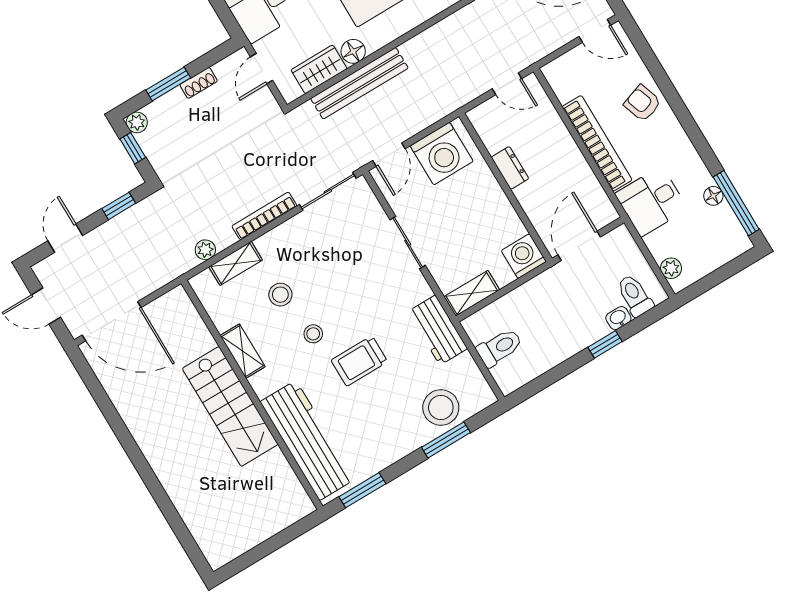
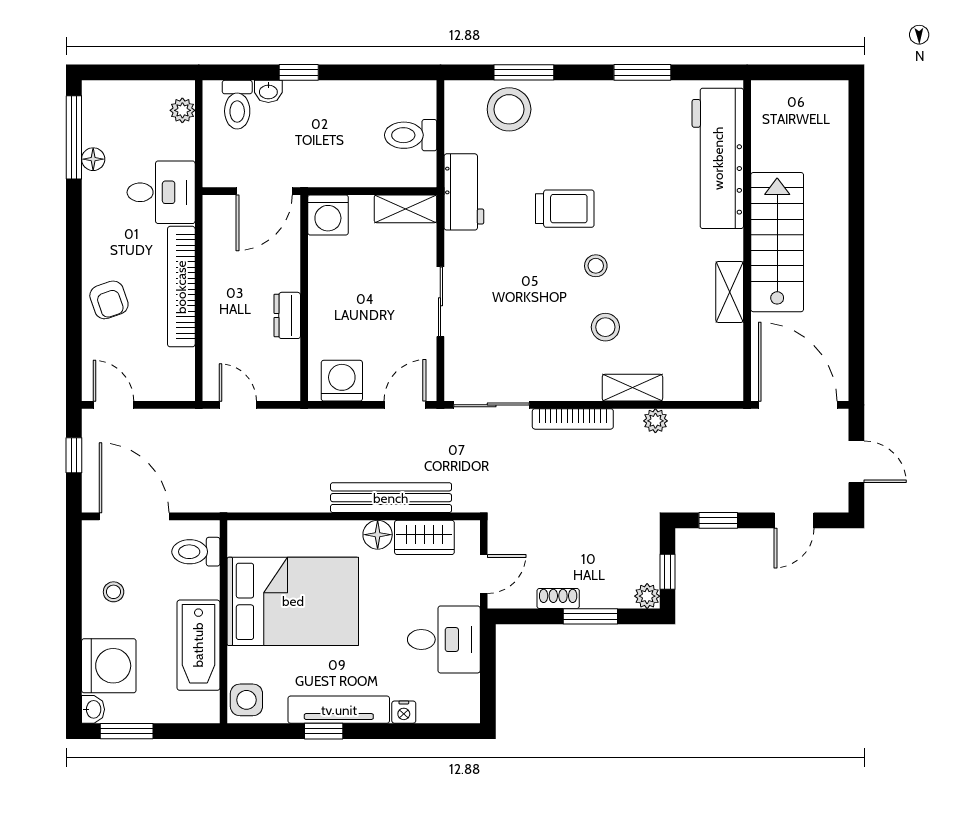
washing machine: (442, 154) -> (342, 381), width x0.73, depth x0.73
shelving: (243, 351) -> (730, 292), moved
wall: (252, 395) -> (747, 241), moved
stairs: (230, 406) -> (777, 242), moved
workbench: (308, 440) -> (718, 158), moved

